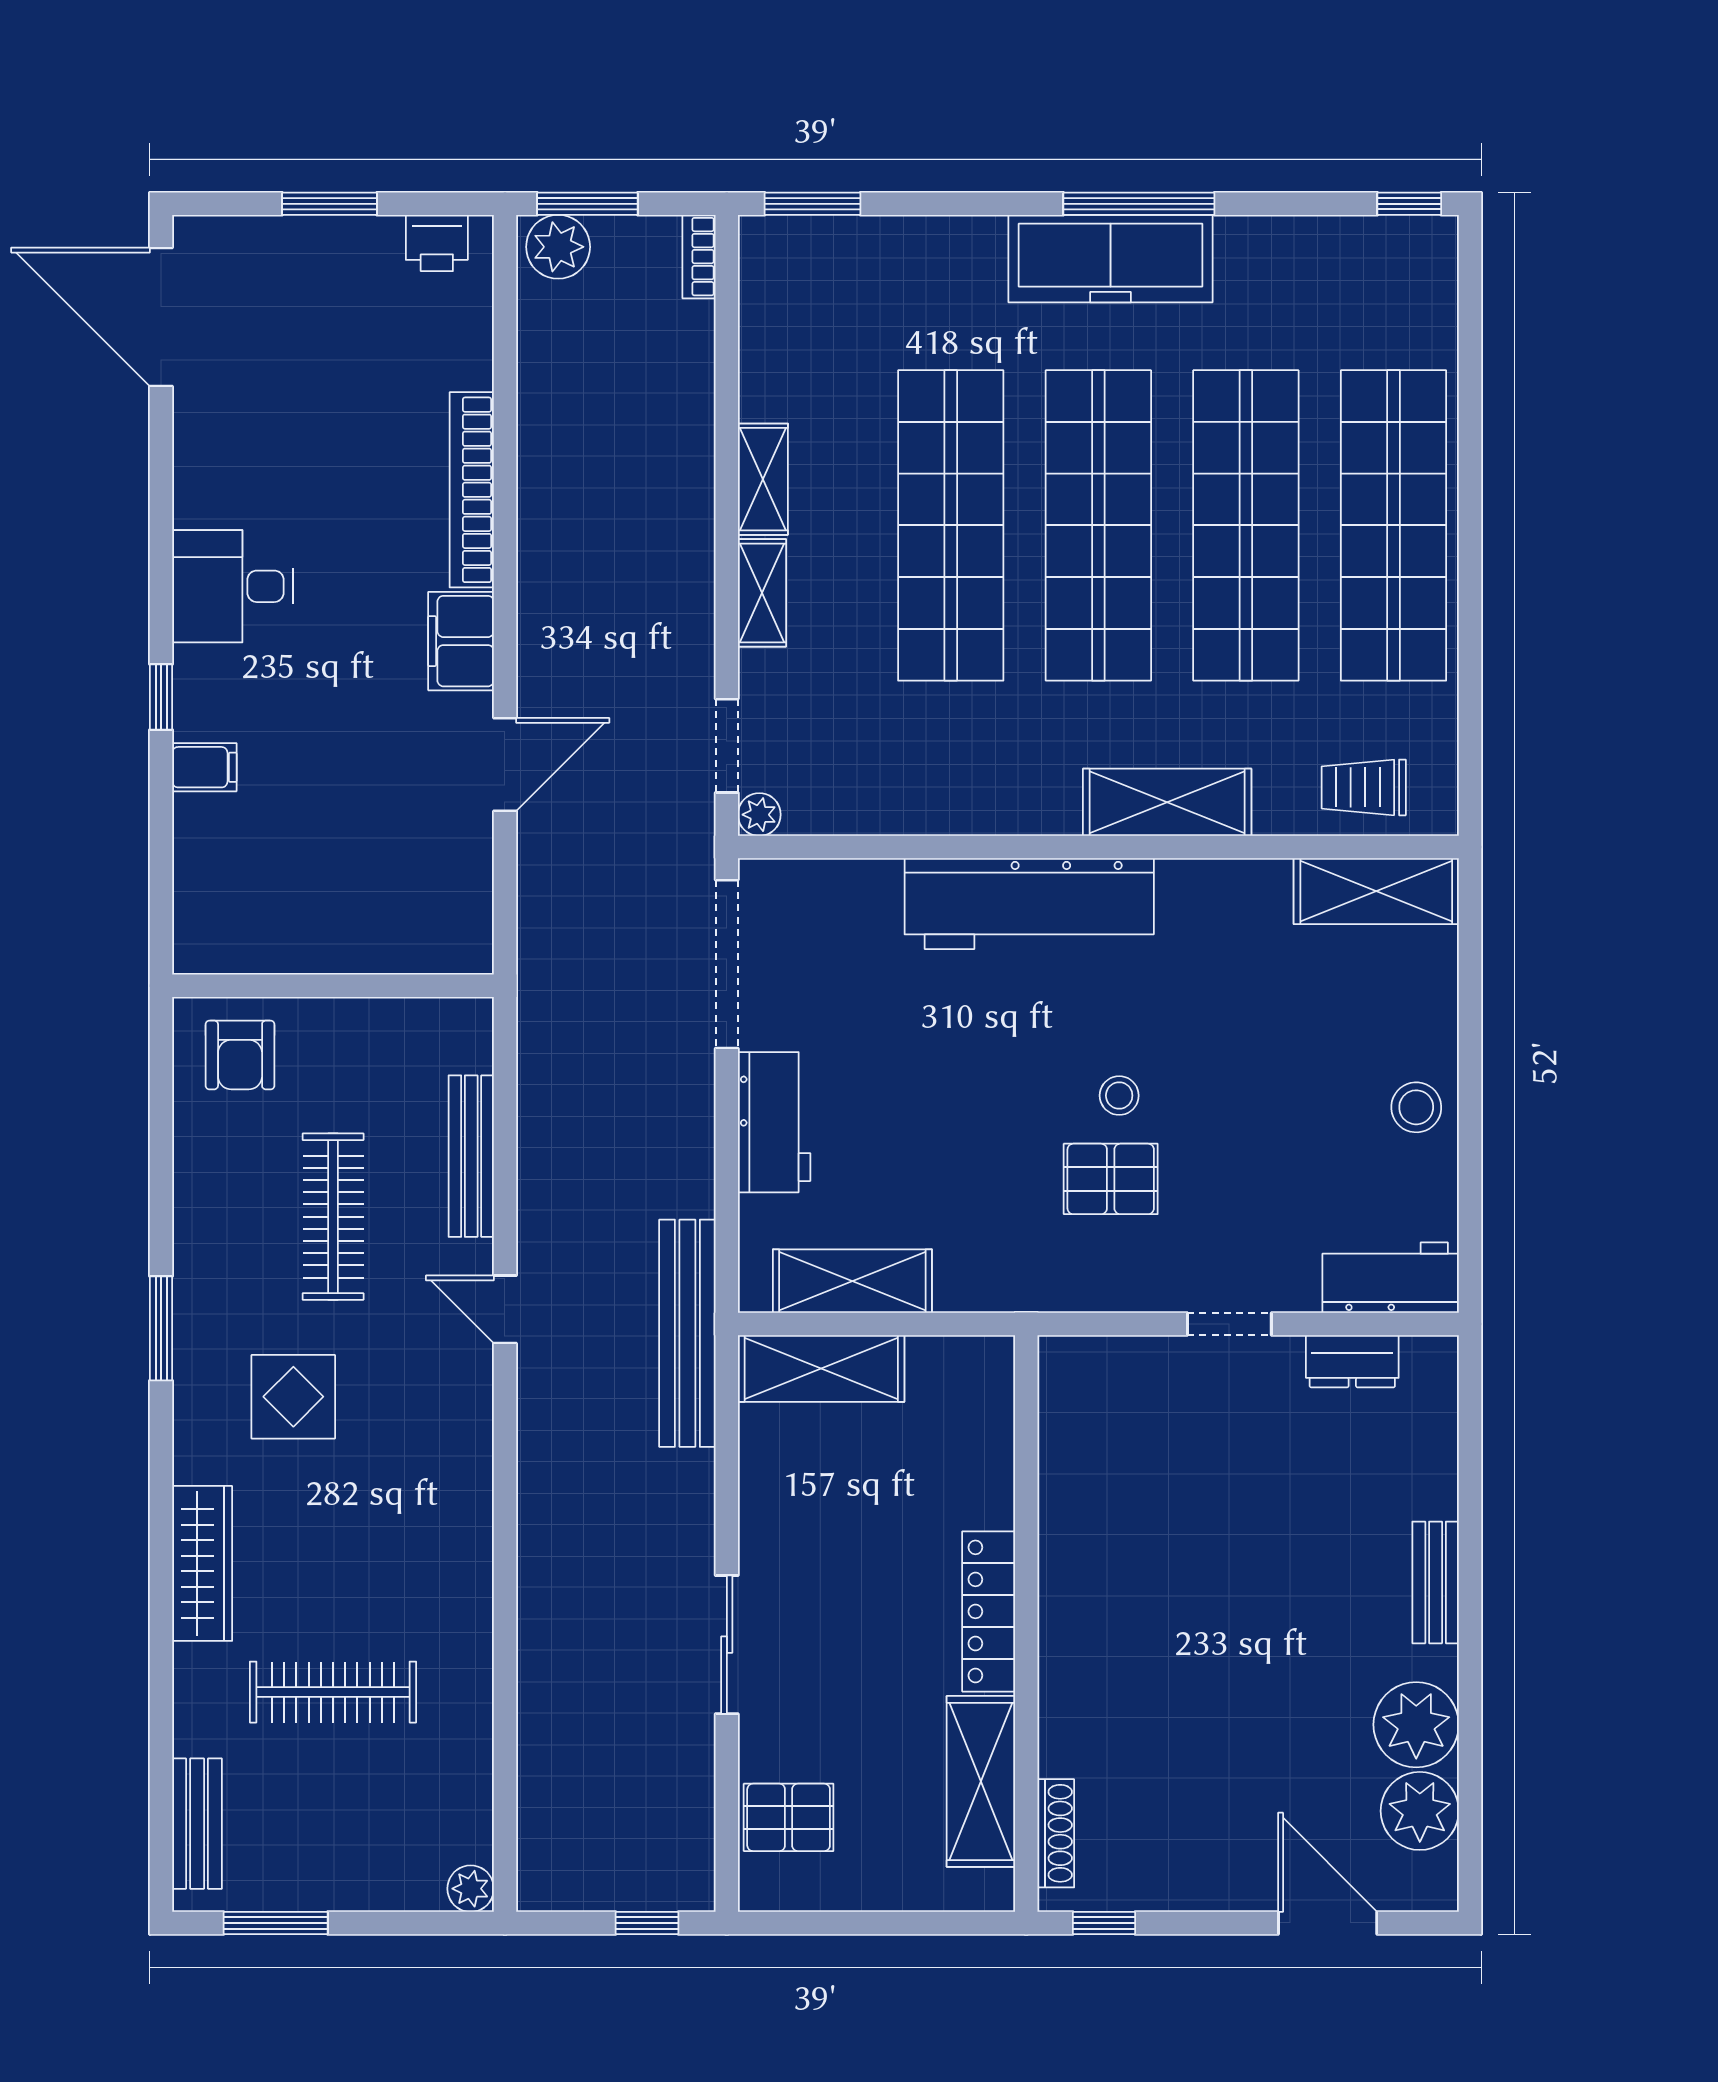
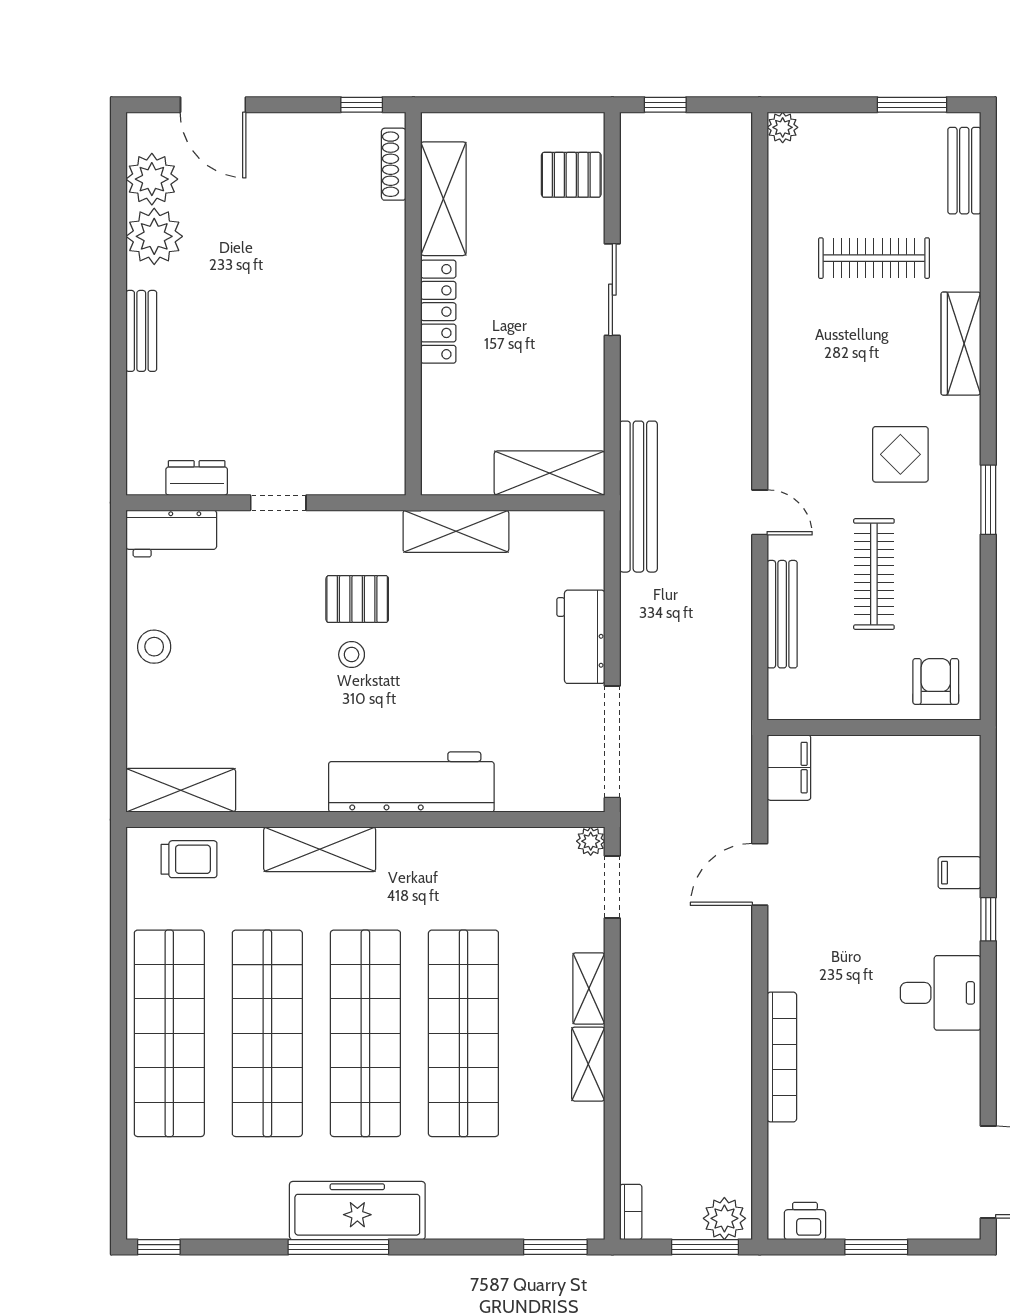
filing cabinet: (461, 641) -> (789, 768), moved
shelving: (852, 1281) -> (456, 531), moved

